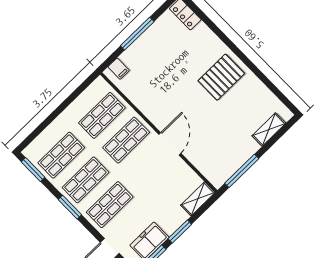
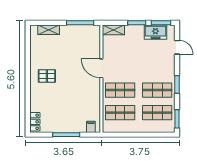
pallet: (221, 77) -> (47, 76), width x0.67, depth x0.71
door: (170, 144) -> (101, 68), hinge flipped
shop shelf: (110, 205) -> (157, 67), removed

